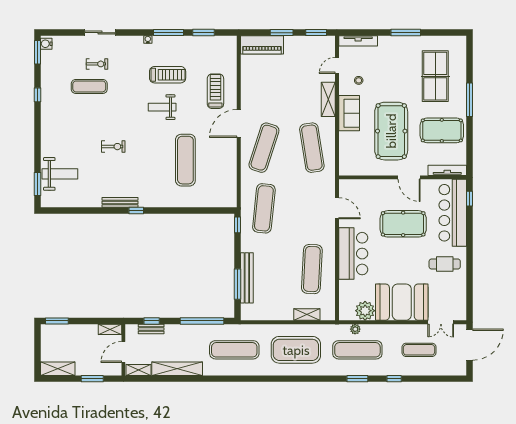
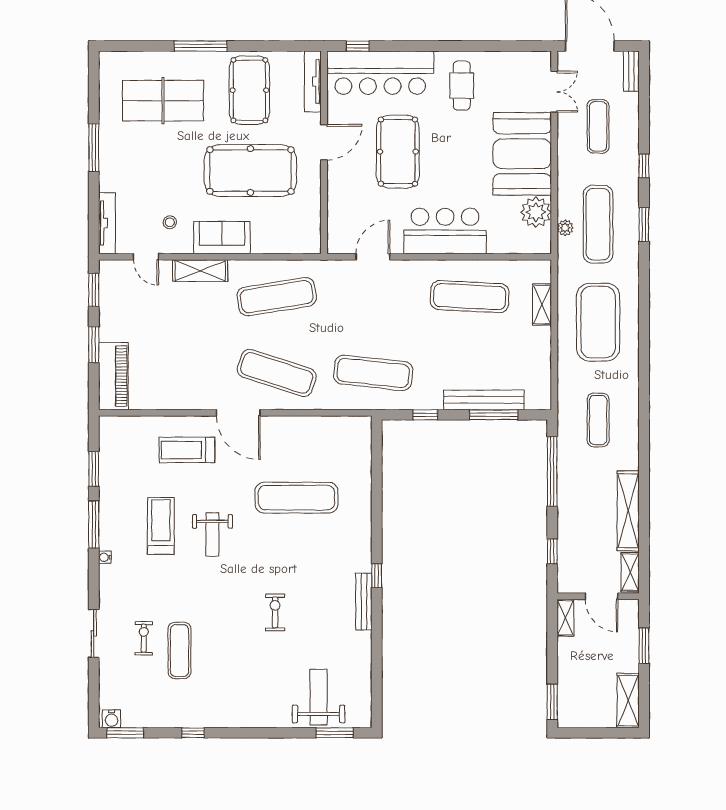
window: (238, 225) -> (425, 415), moved
bench: (151, 329) -> (631, 71), moved
exercise mat: (234, 350) -> (598, 420), width x0.73, depth x0.69

